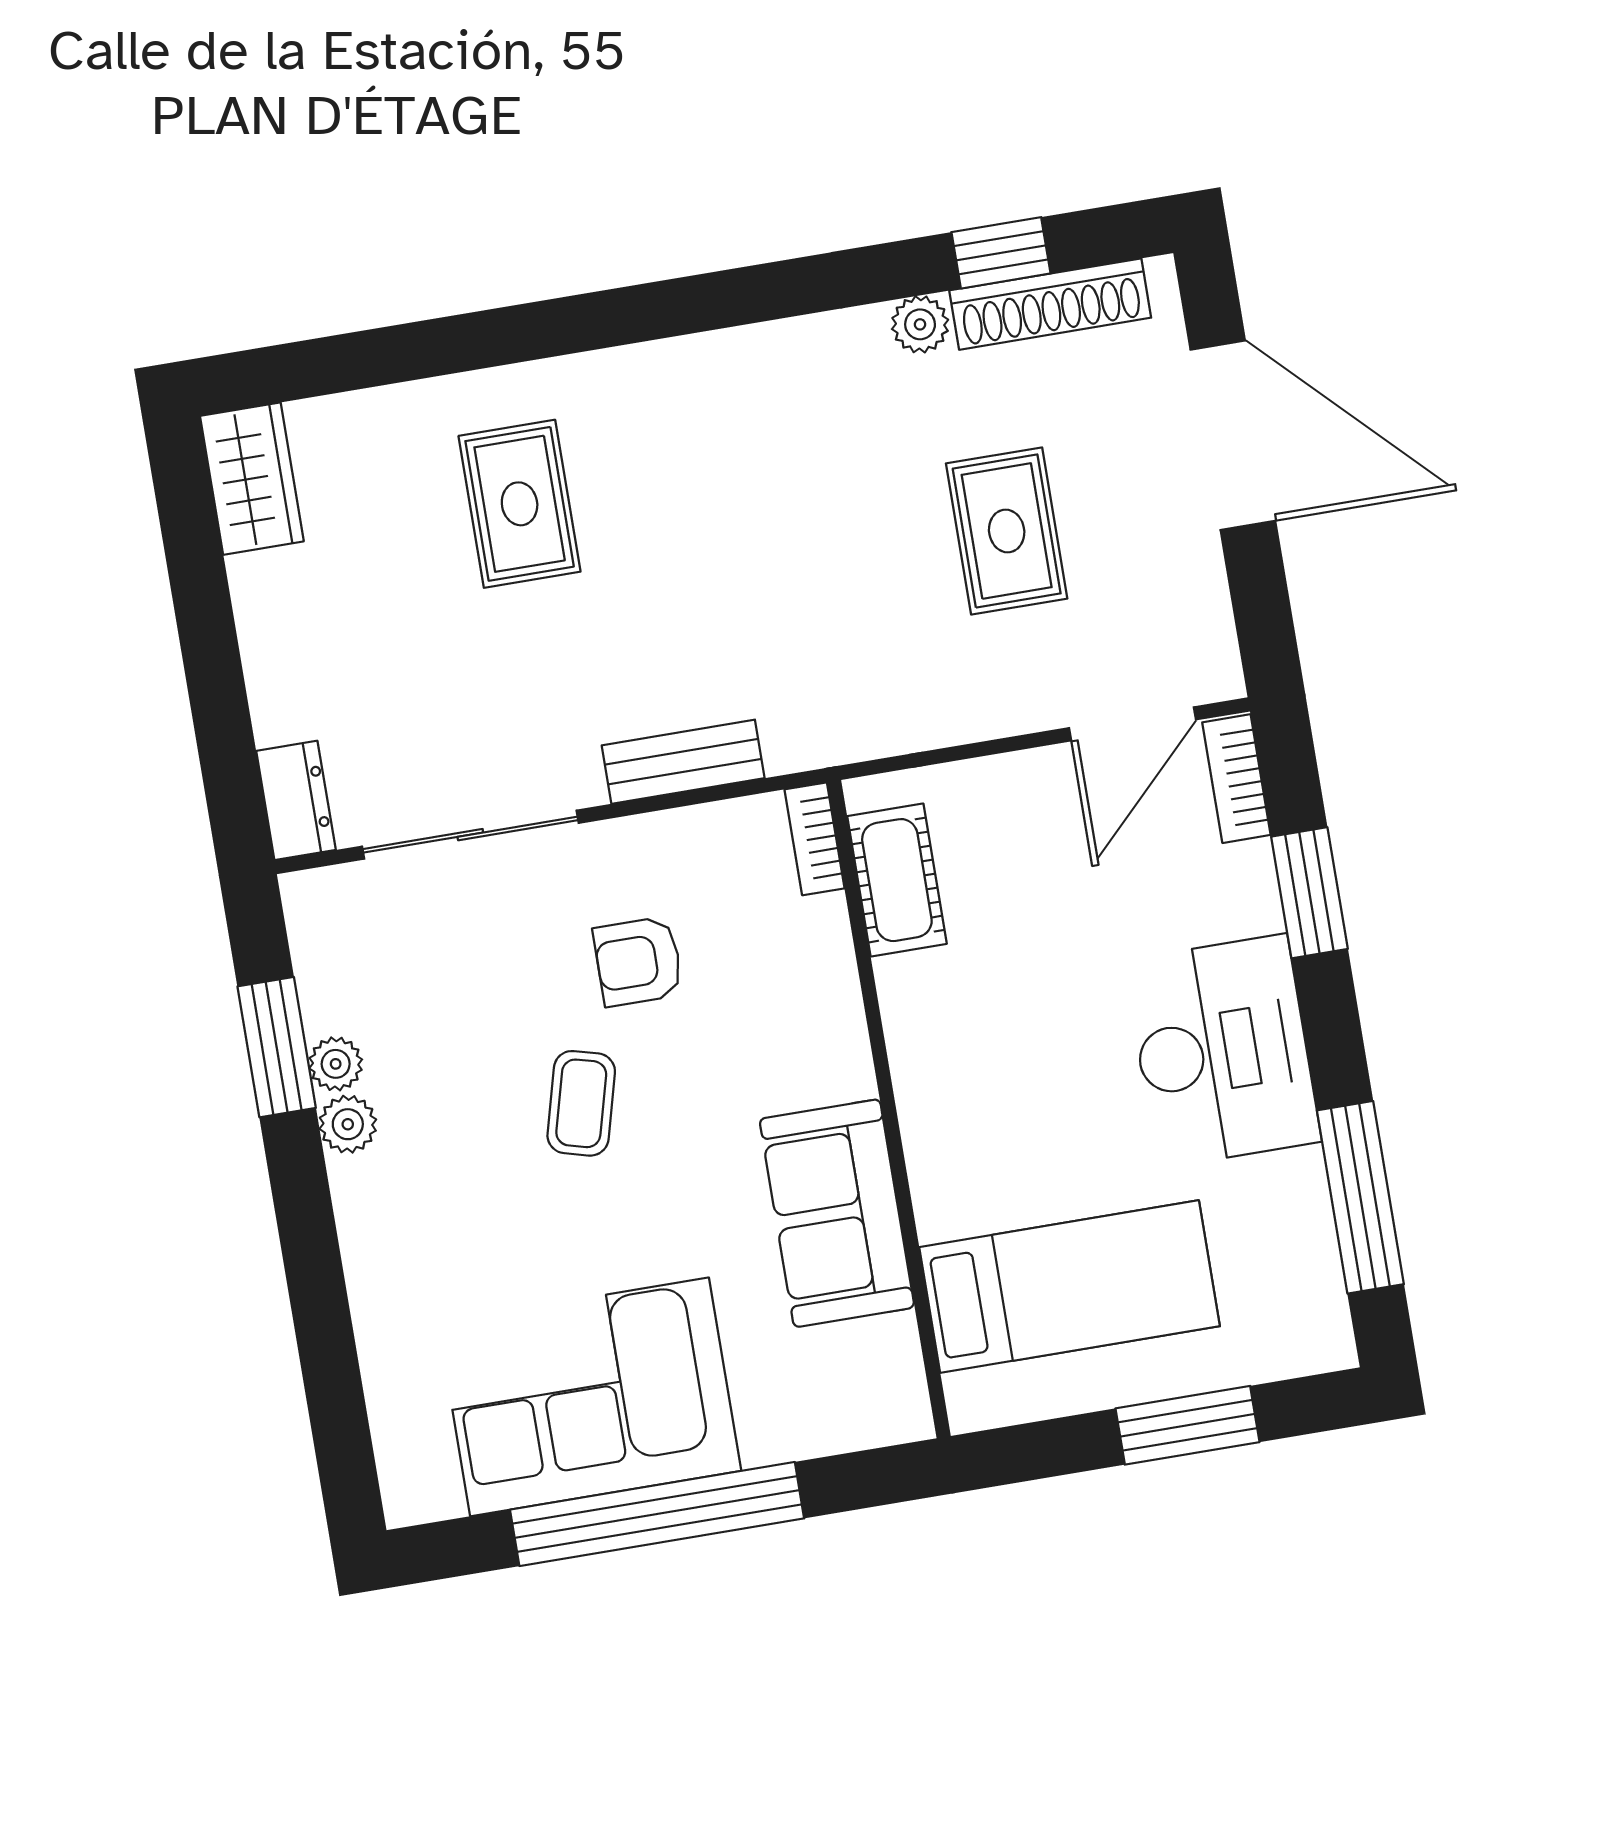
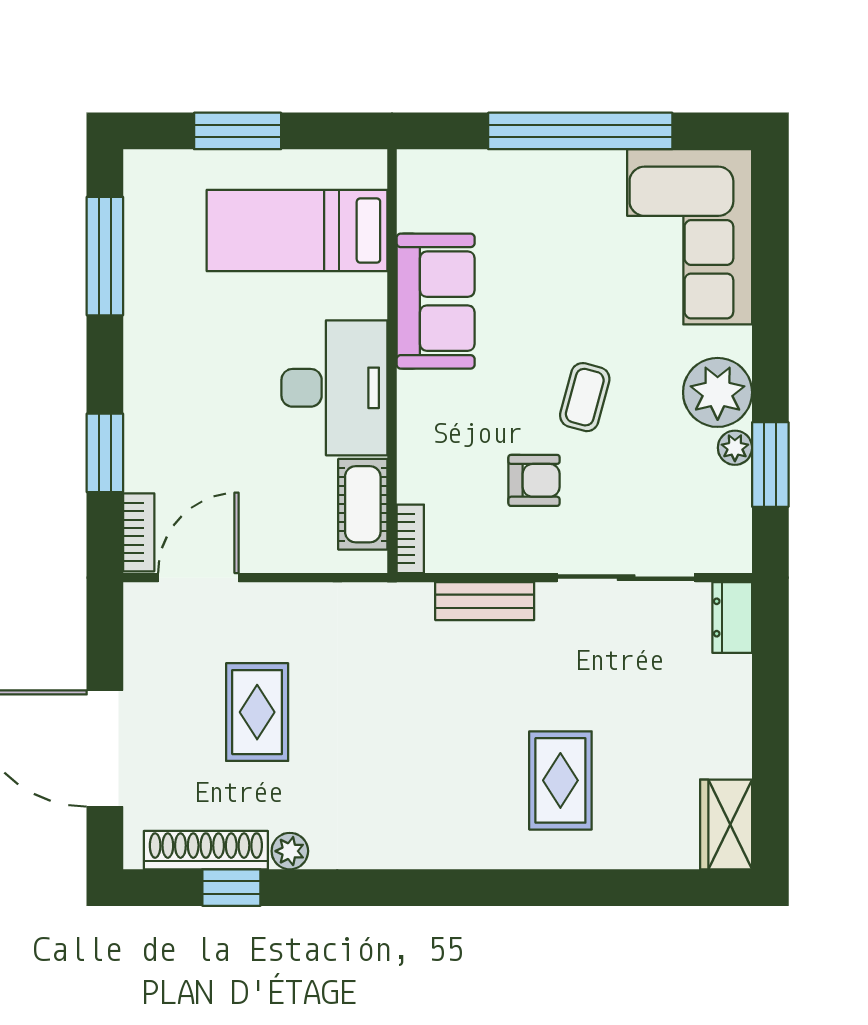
desk: (1223, 1051) -> (334, 388), moved, turned 180
plant: (348, 1124) -> (718, 392), width x1.88, depth x1.88
corner sofa: (590, 1397) -> (690, 237), moved, turned 90

